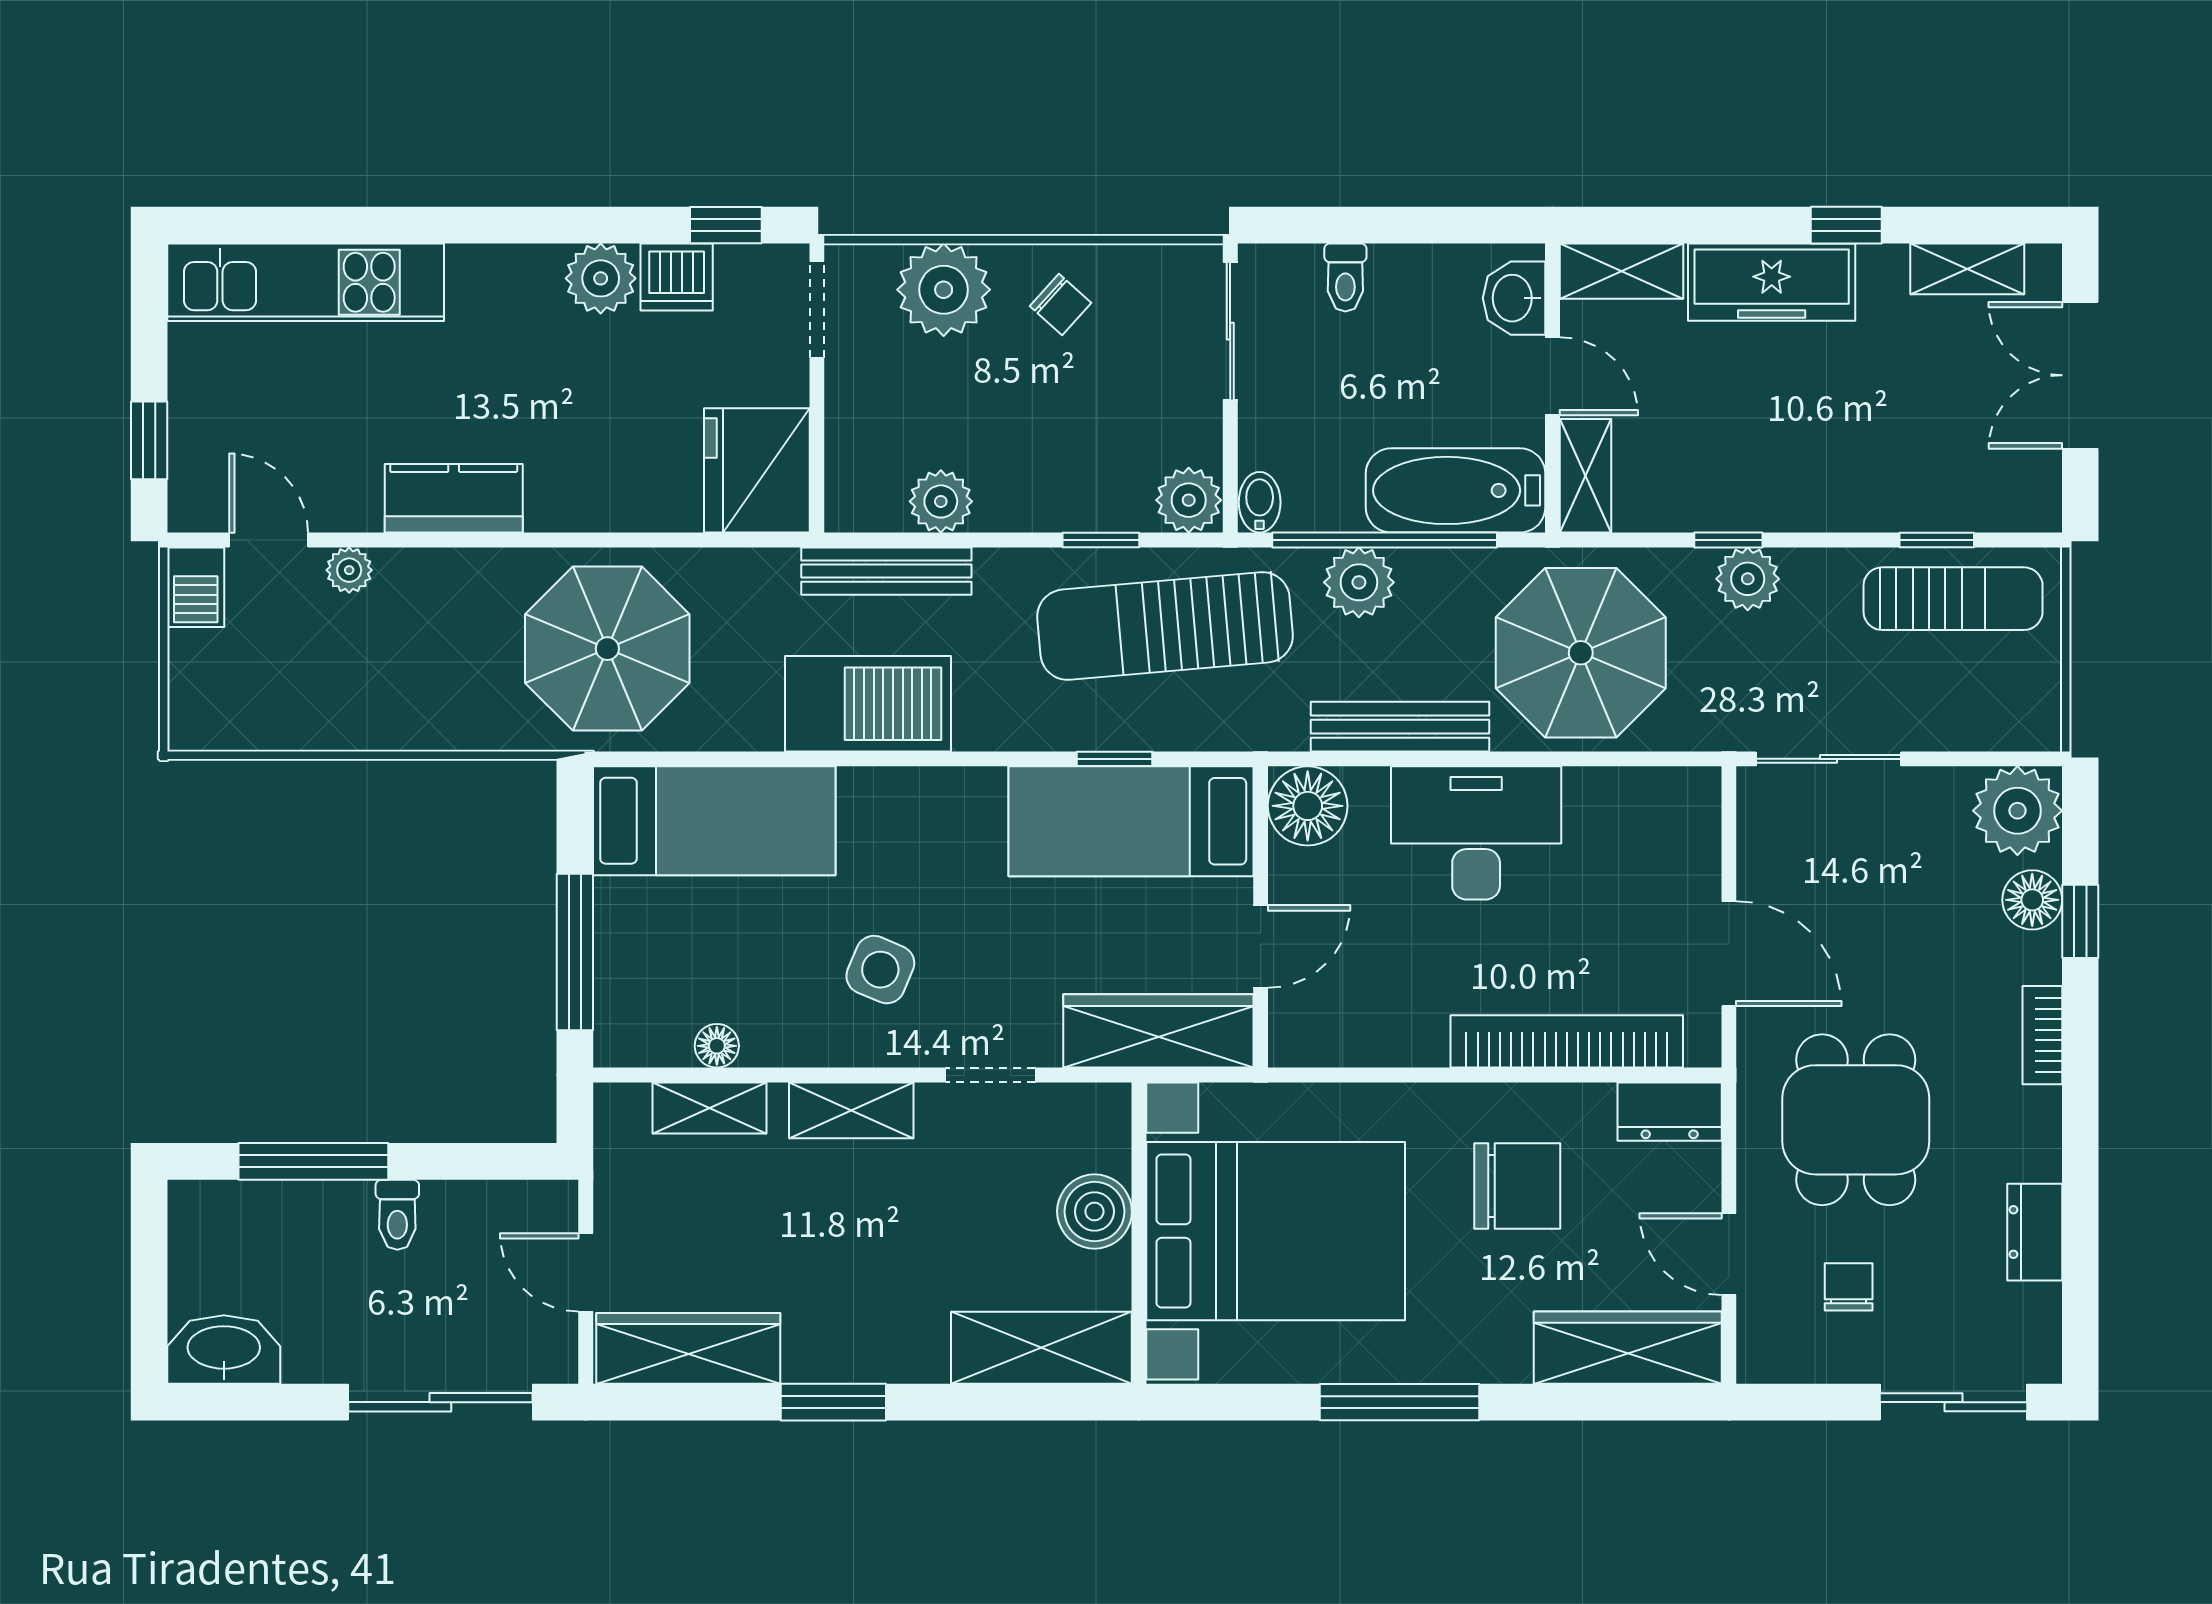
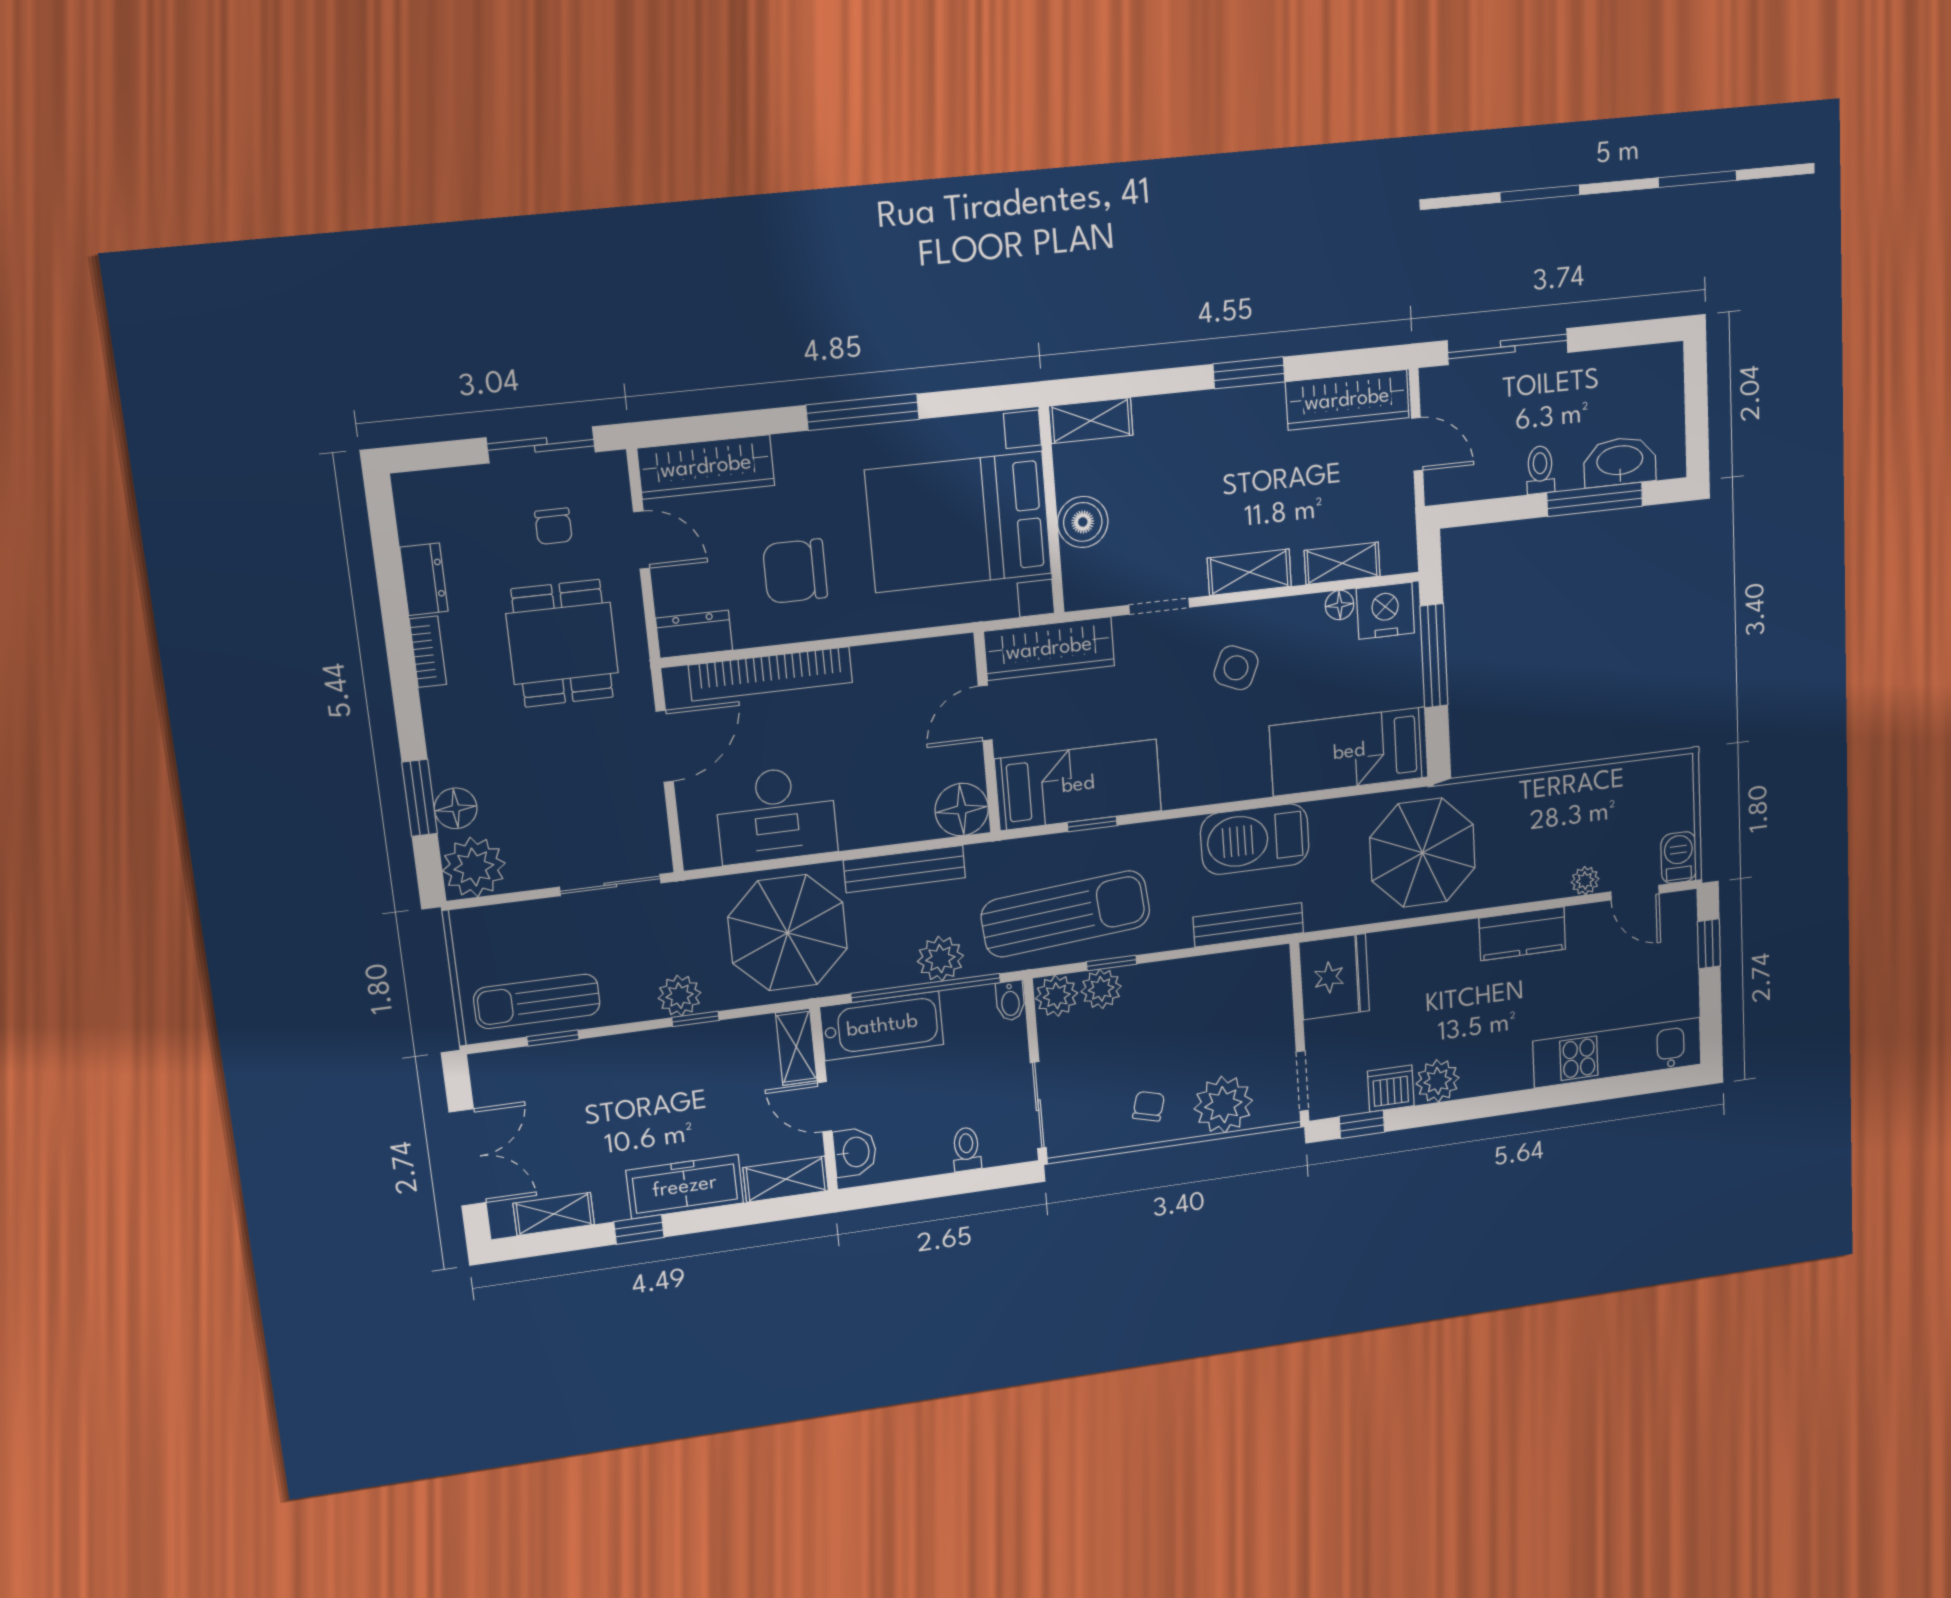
chair: (1060, 304) -> (1149, 1106), turned 63
plant: (941, 501) -> (1101, 989), moved
desk: (1476, 833) -> (776, 815), moved
window: (2080, 921) -> (420, 798), width x1.50
door: (1729, 954) -> (665, 746), swing flipped
nightstand: (647, 1029) -> (1385, 611), added
bookcase: (2042, 1035) -> (428, 652), moved
shelving: (1041, 1348) -> (1091, 421), width x0.67, depth x0.75
washbasin: (224, 1349) -> (1620, 462), moved, turned 180
sliding door: (1953, 1402) -> (541, 445), moved

